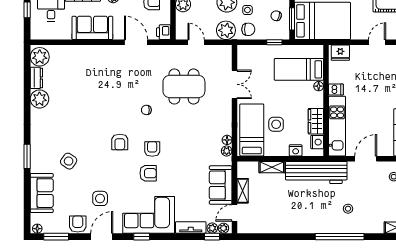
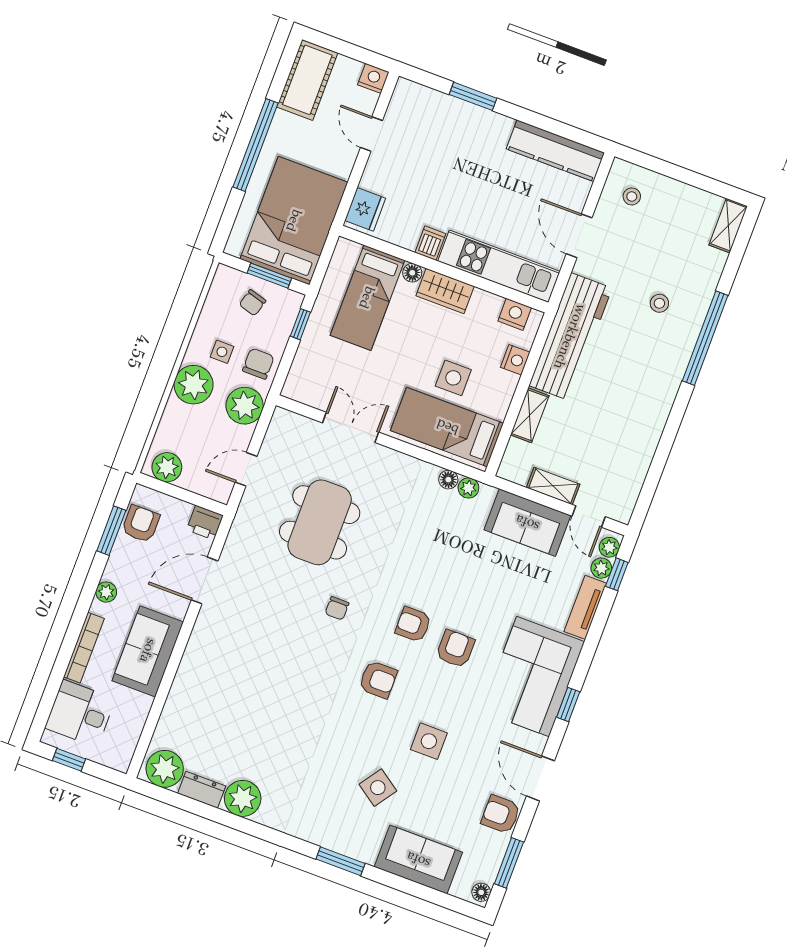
wardrobe: (316, 121) -> (445, 291), moved
side table: (100, 198) -> (429, 741), moved

